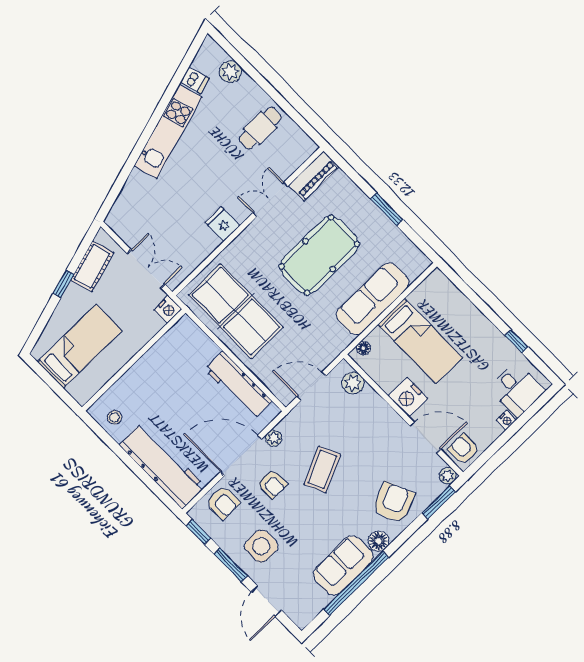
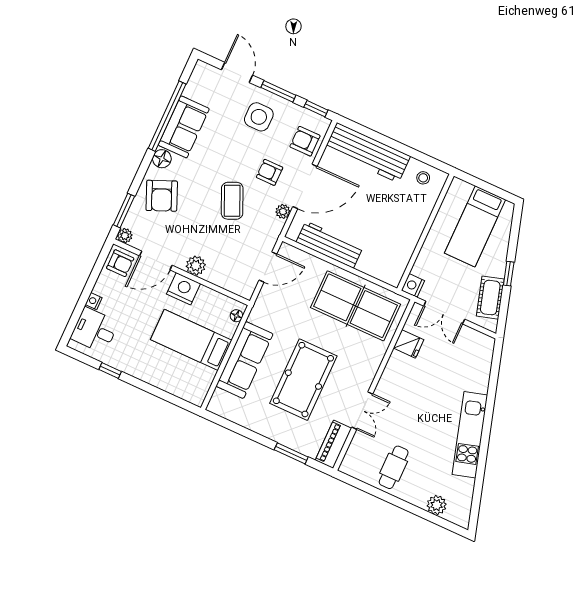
dishwasher: (195, 80) -> (464, 486), removed
window: (387, 209) -> (291, 453), moved
fridge: (222, 224) -> (409, 344), moved
plant: (353, 383) -> (196, 266), moved

